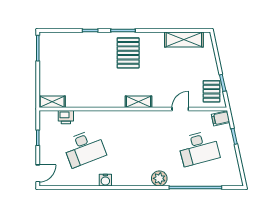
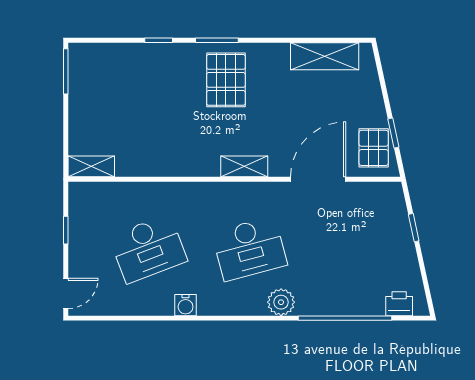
door: (180, 109) -> (318, 179), width x1.87
printer: (66, 117) -> (399, 304), moved, turned 180
filing cabinet: (221, 118) -> (390, 196), removed
desk: (199, 148) -> (249, 249), moved

